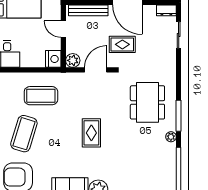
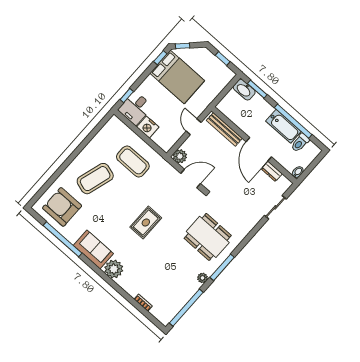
dresser: (166, 10) -> (272, 171), moved
rug: (122, 44) -> (227, 177), removed
nightstand: (53, 59) -> (148, 127), moved, turned 90
dining table: (147, 102) -> (208, 237), turned 90

